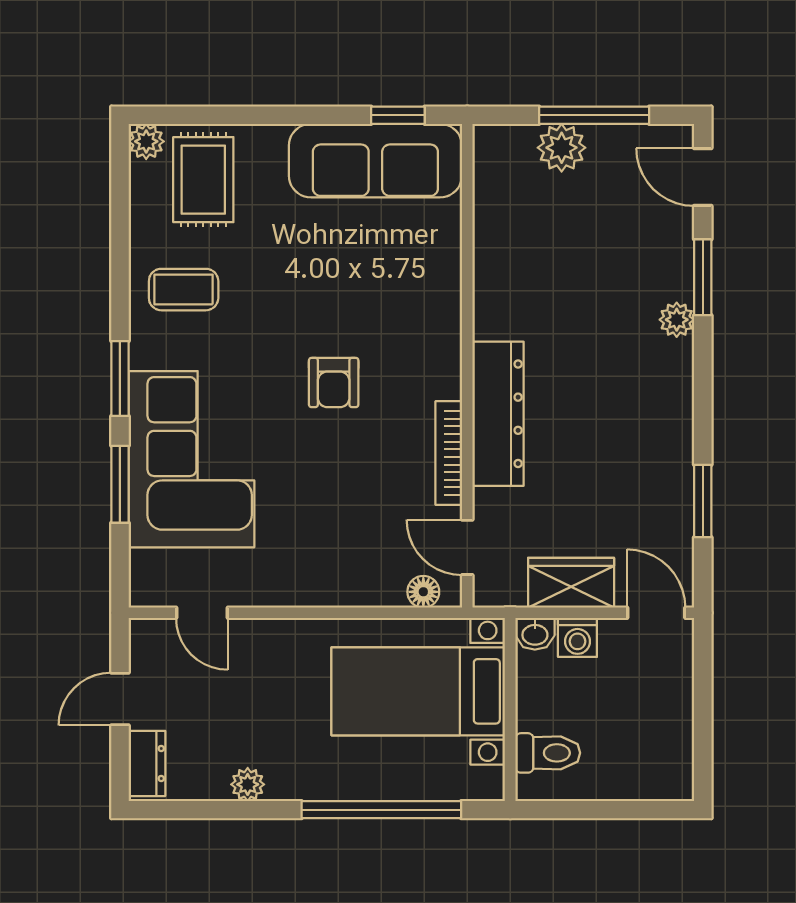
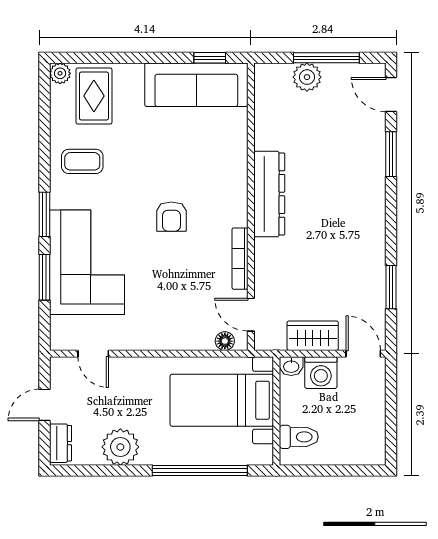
plant: (677, 320) -> (375, 179), removed
dresser: (498, 414) -> (269, 194), moved
washing machine: (577, 637) -> (321, 373), width x1.38, depth x1.38
plant: (248, 784) -> (120, 447), width x1.88, depth x1.88

